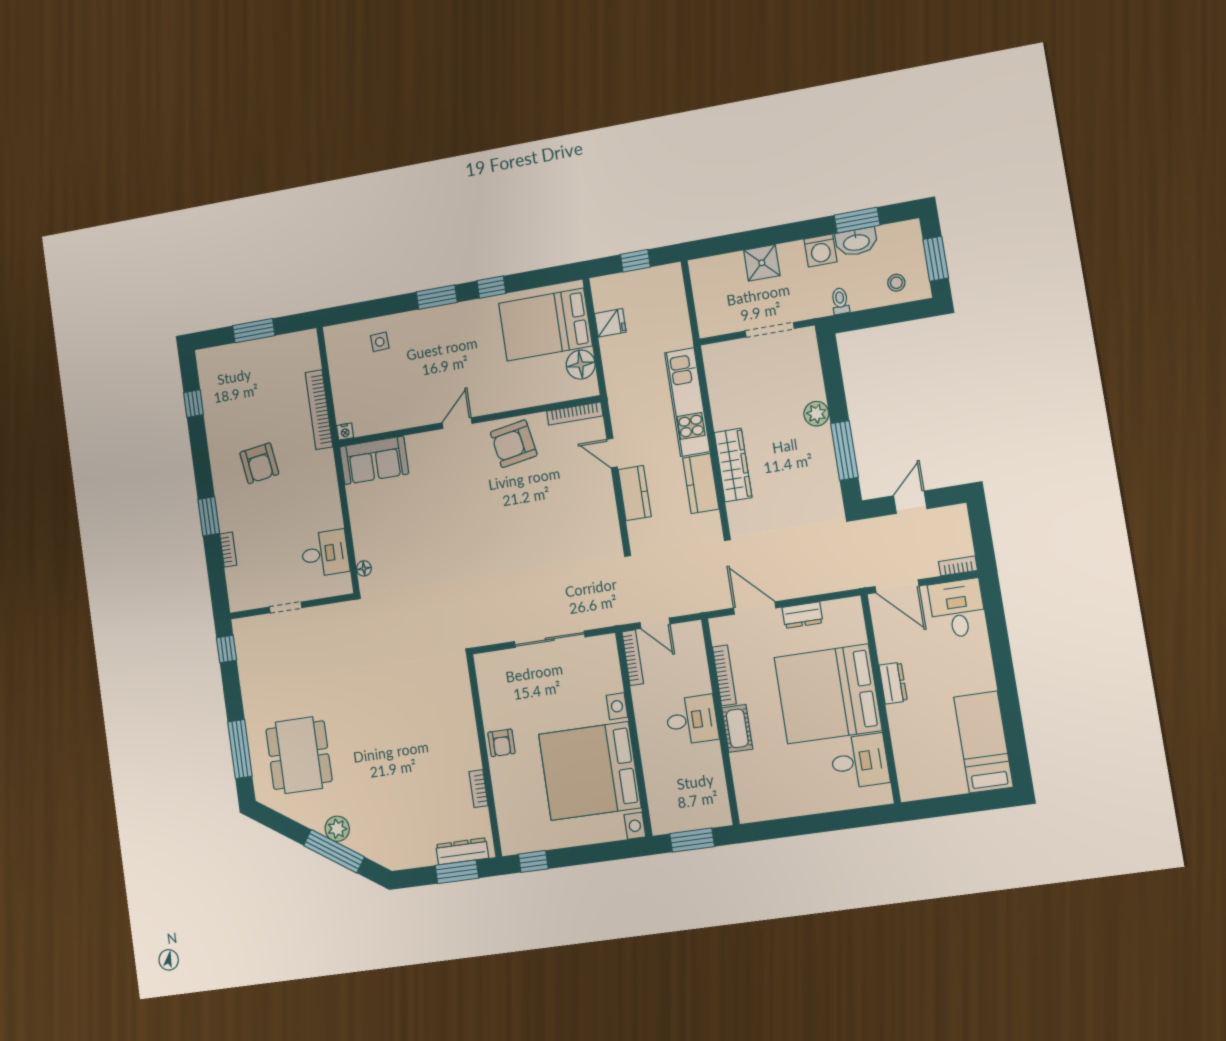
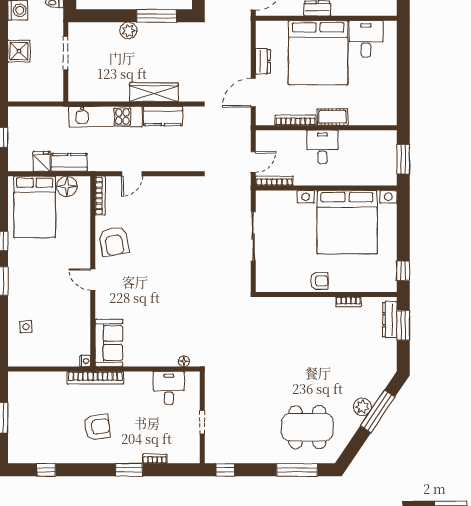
bookcase: (319, 410) -> (95, 378), moved
kitchen counter: (635, 493) -> (69, 162), moved

